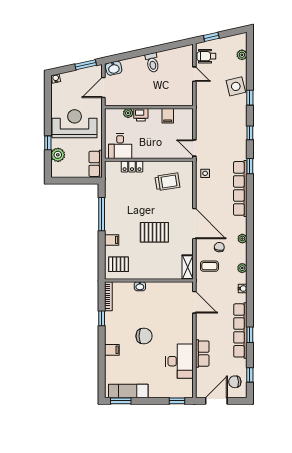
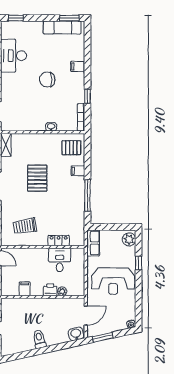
desk: (120, 146) -> (60, 260), moved
plant: (58, 155) -> (129, 239), moved
pallet: (154, 232) -> (37, 178), turned 90

